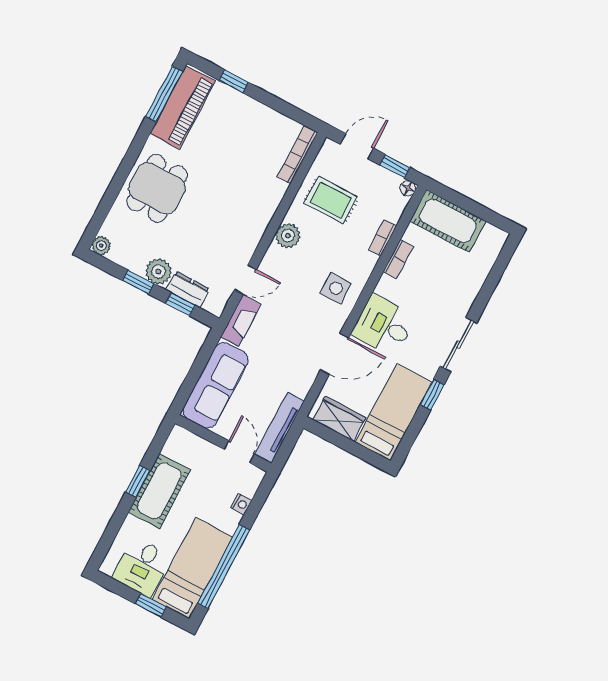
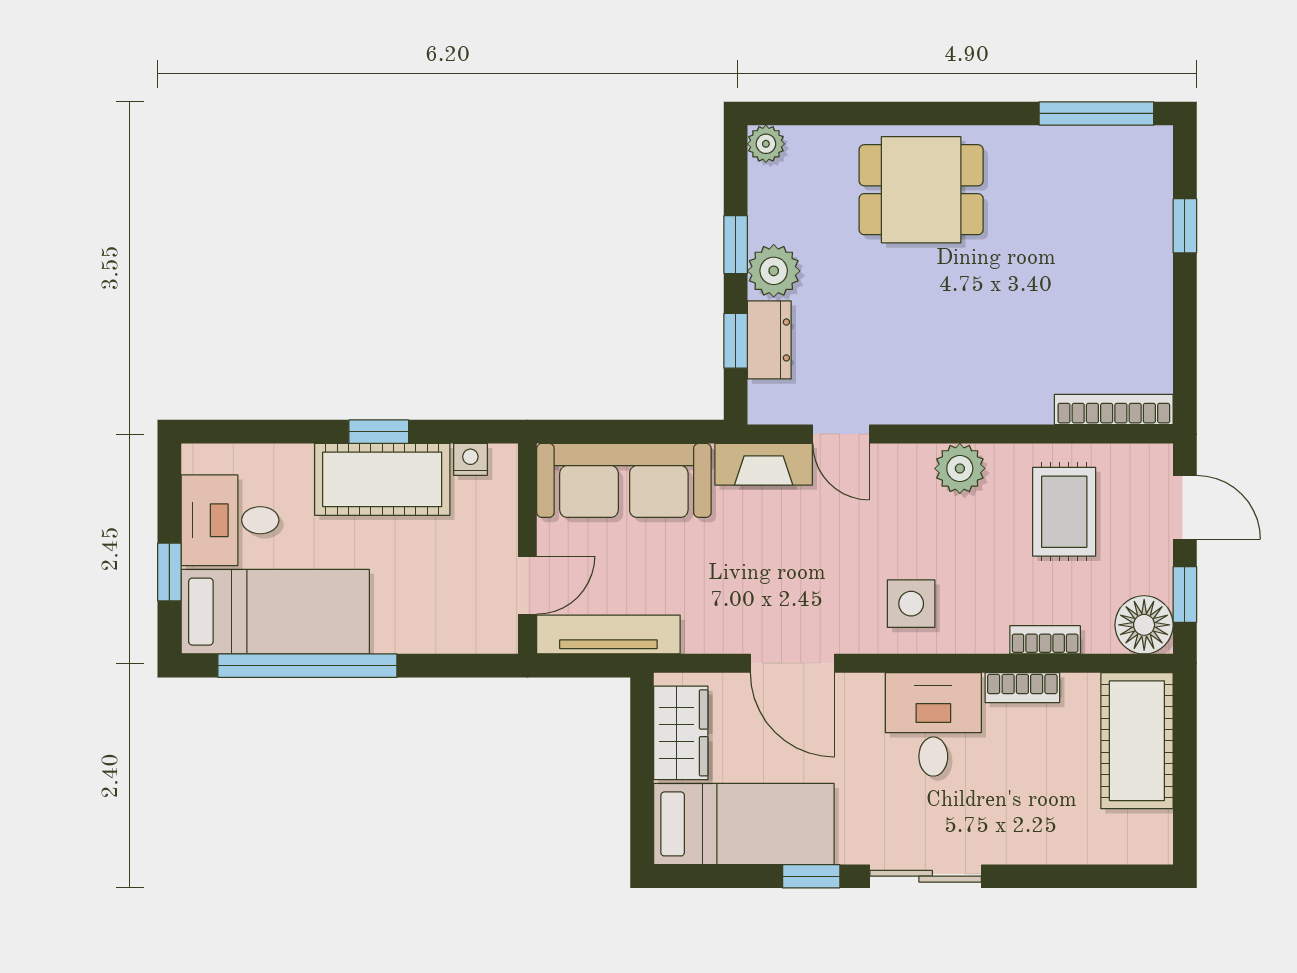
piano: (183, 107) -> (1090, 159), removed
floor lamp: (408, 188) -> (1144, 625), width x1.89, depth x1.89
desk: (384, 325) -> (933, 724), moved
nightstand: (241, 504) -> (470, 459), moved, turned 180

